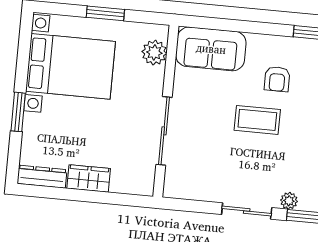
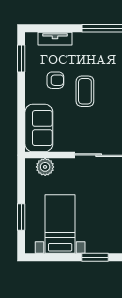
window: (105, 13) -> (21, 217), moved
bed with nightstands: (70, 66) -> (60, 224), width x0.73

